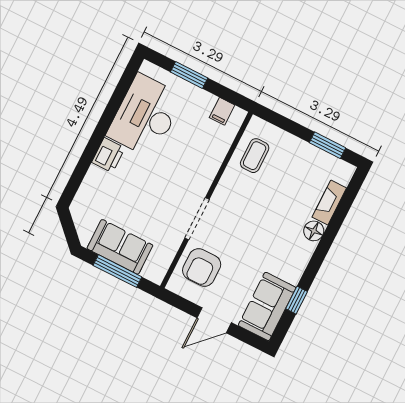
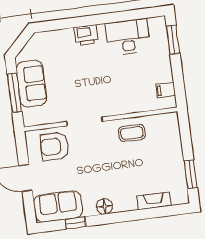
window: (189, 75) -> (173, 40), moved
desk: (145, 116) -> (128, 37), width x0.73, depth x0.77
coffee table: (255, 156) -> (132, 133), moved
floor lamp: (314, 231) -> (104, 206), moved

